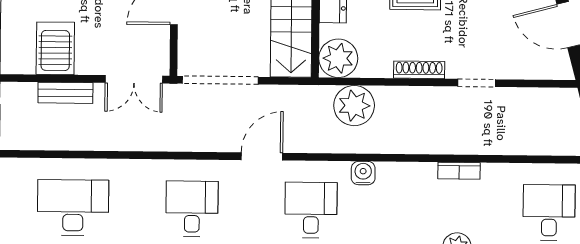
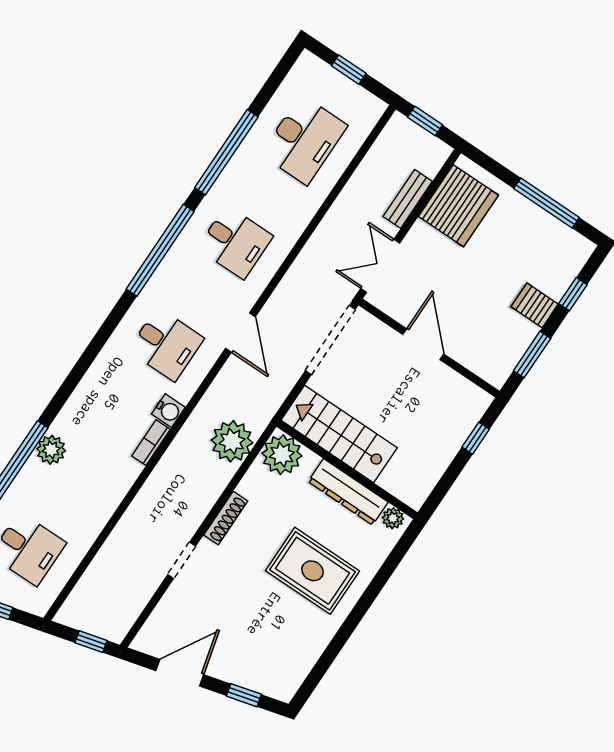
server rack: (55, 48) -> (458, 206), width x1.60
bookcase: (459, 171) -> (151, 443), moved

